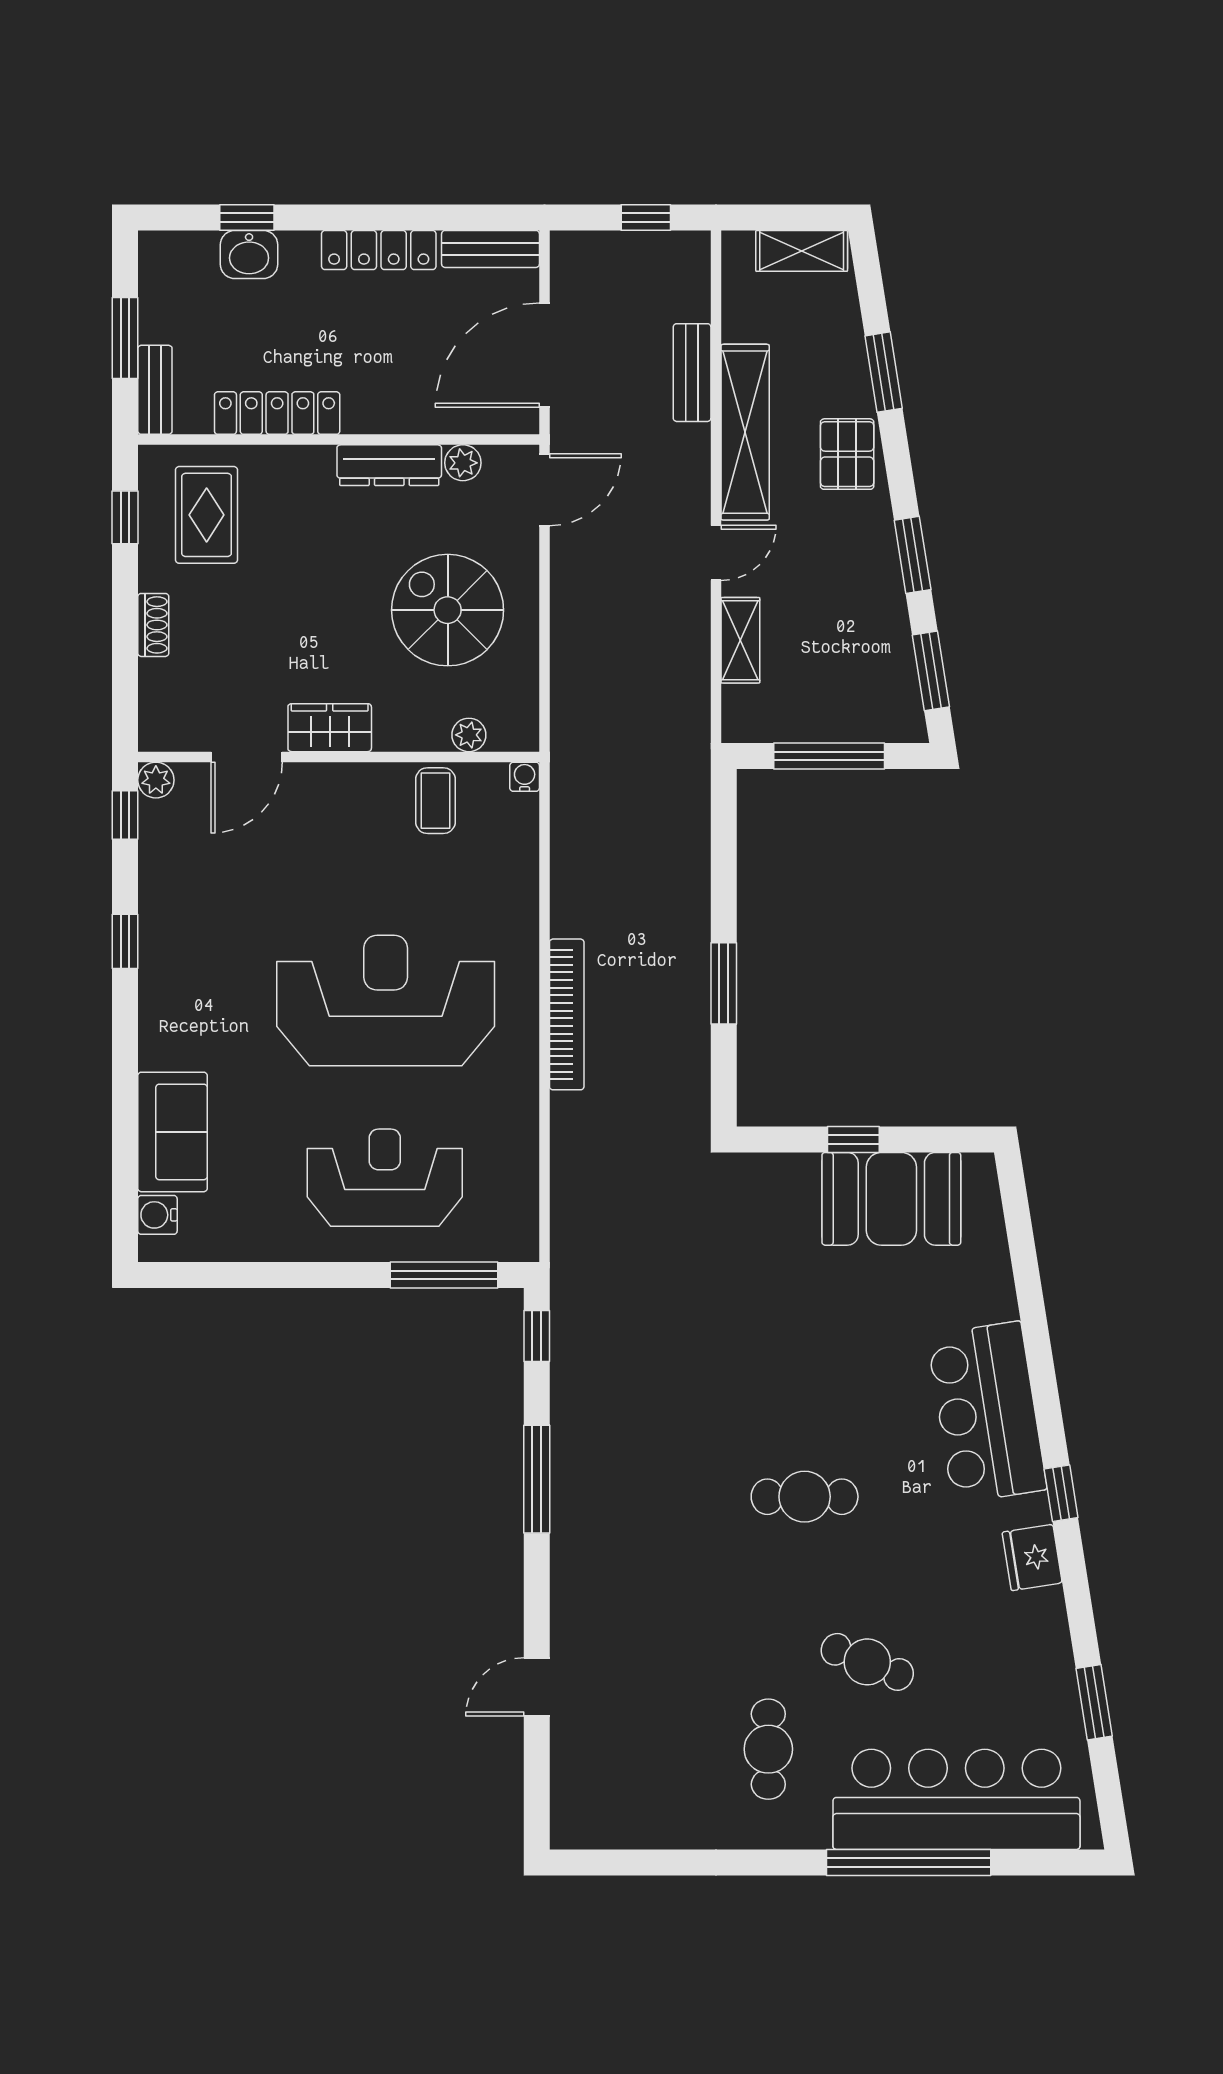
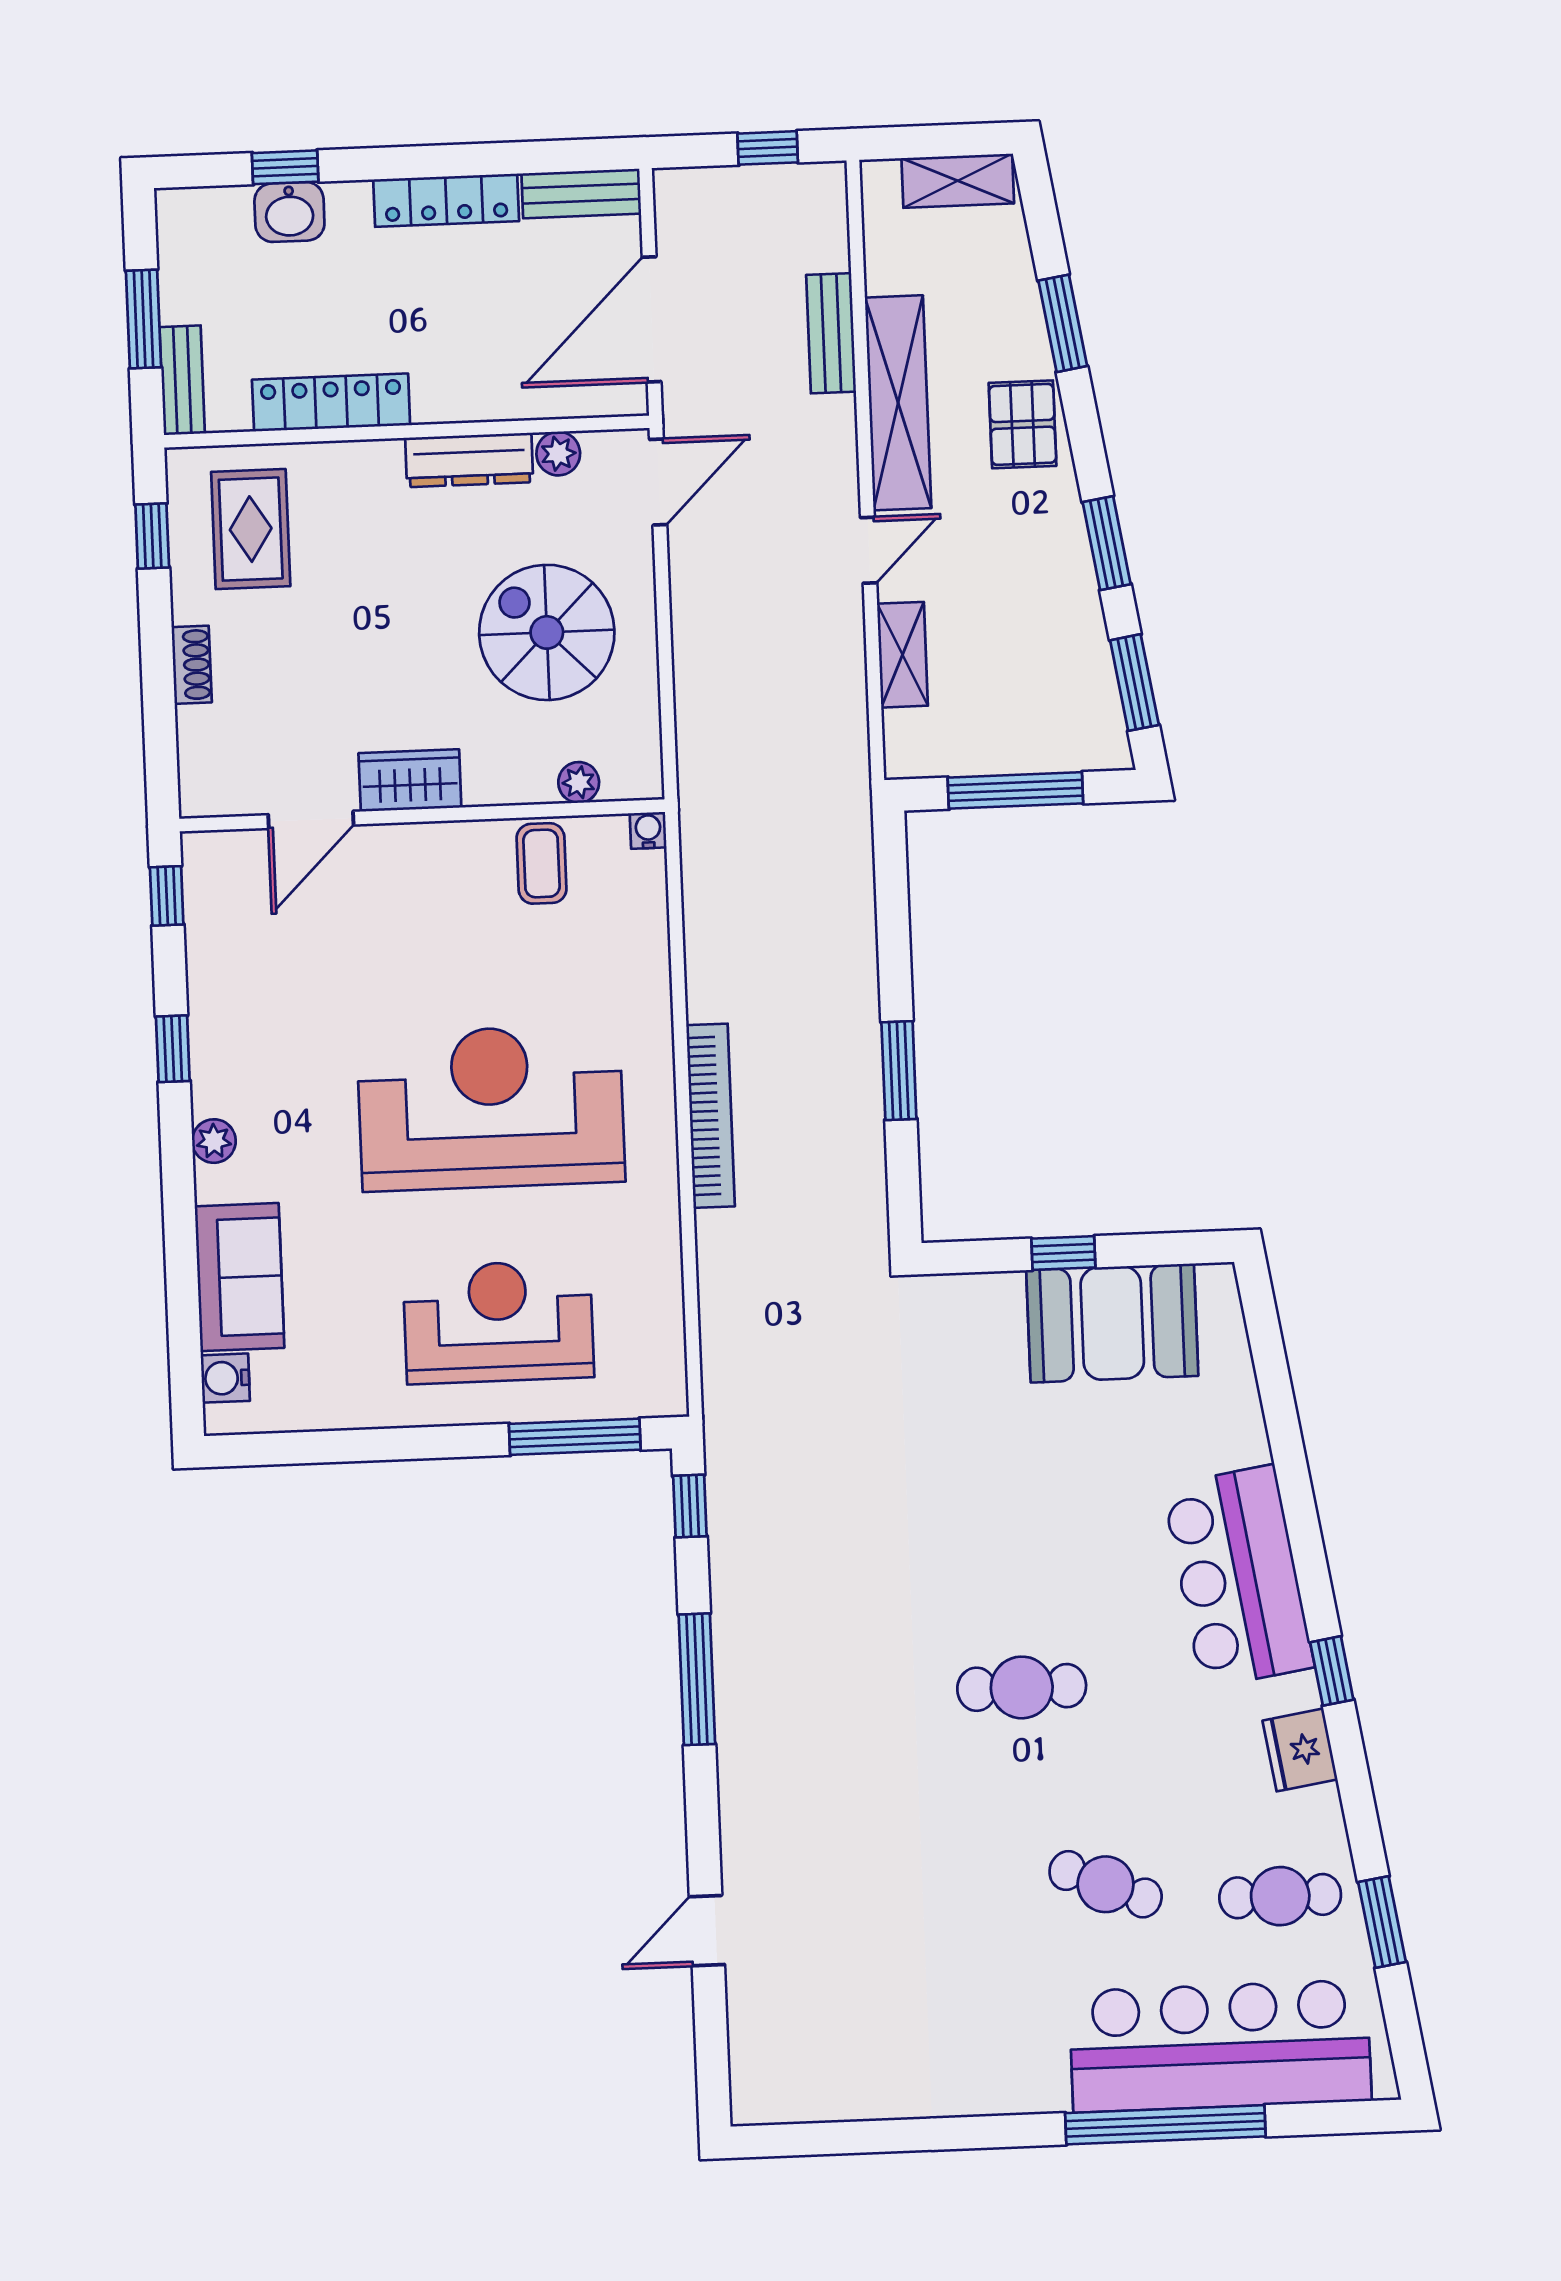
plant: (156, 780) -> (214, 1141), moved
cafe table: (768, 1749) -> (1280, 1896), moved, turned 90

